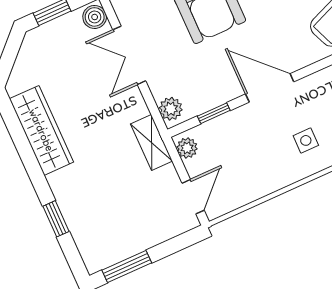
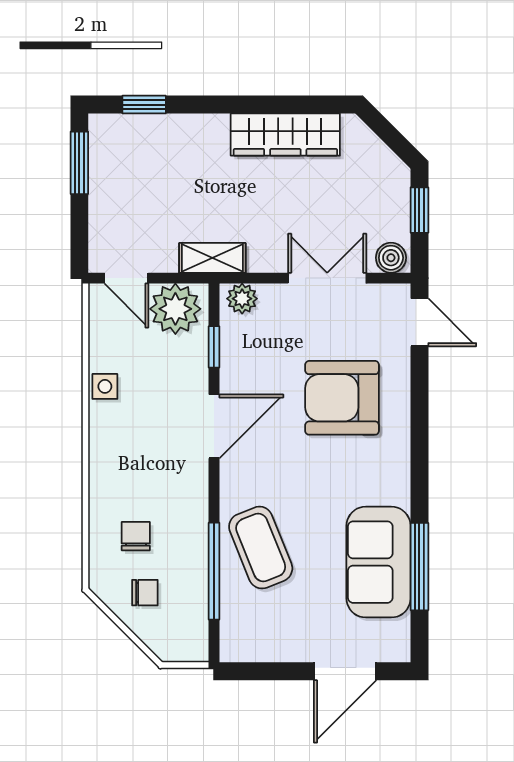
side table: (306, 140) -> (105, 386), moved
plant: (187, 148) -> (175, 309), width x1.88, depth x1.88
window: (56, 219) -> (144, 105), moved

